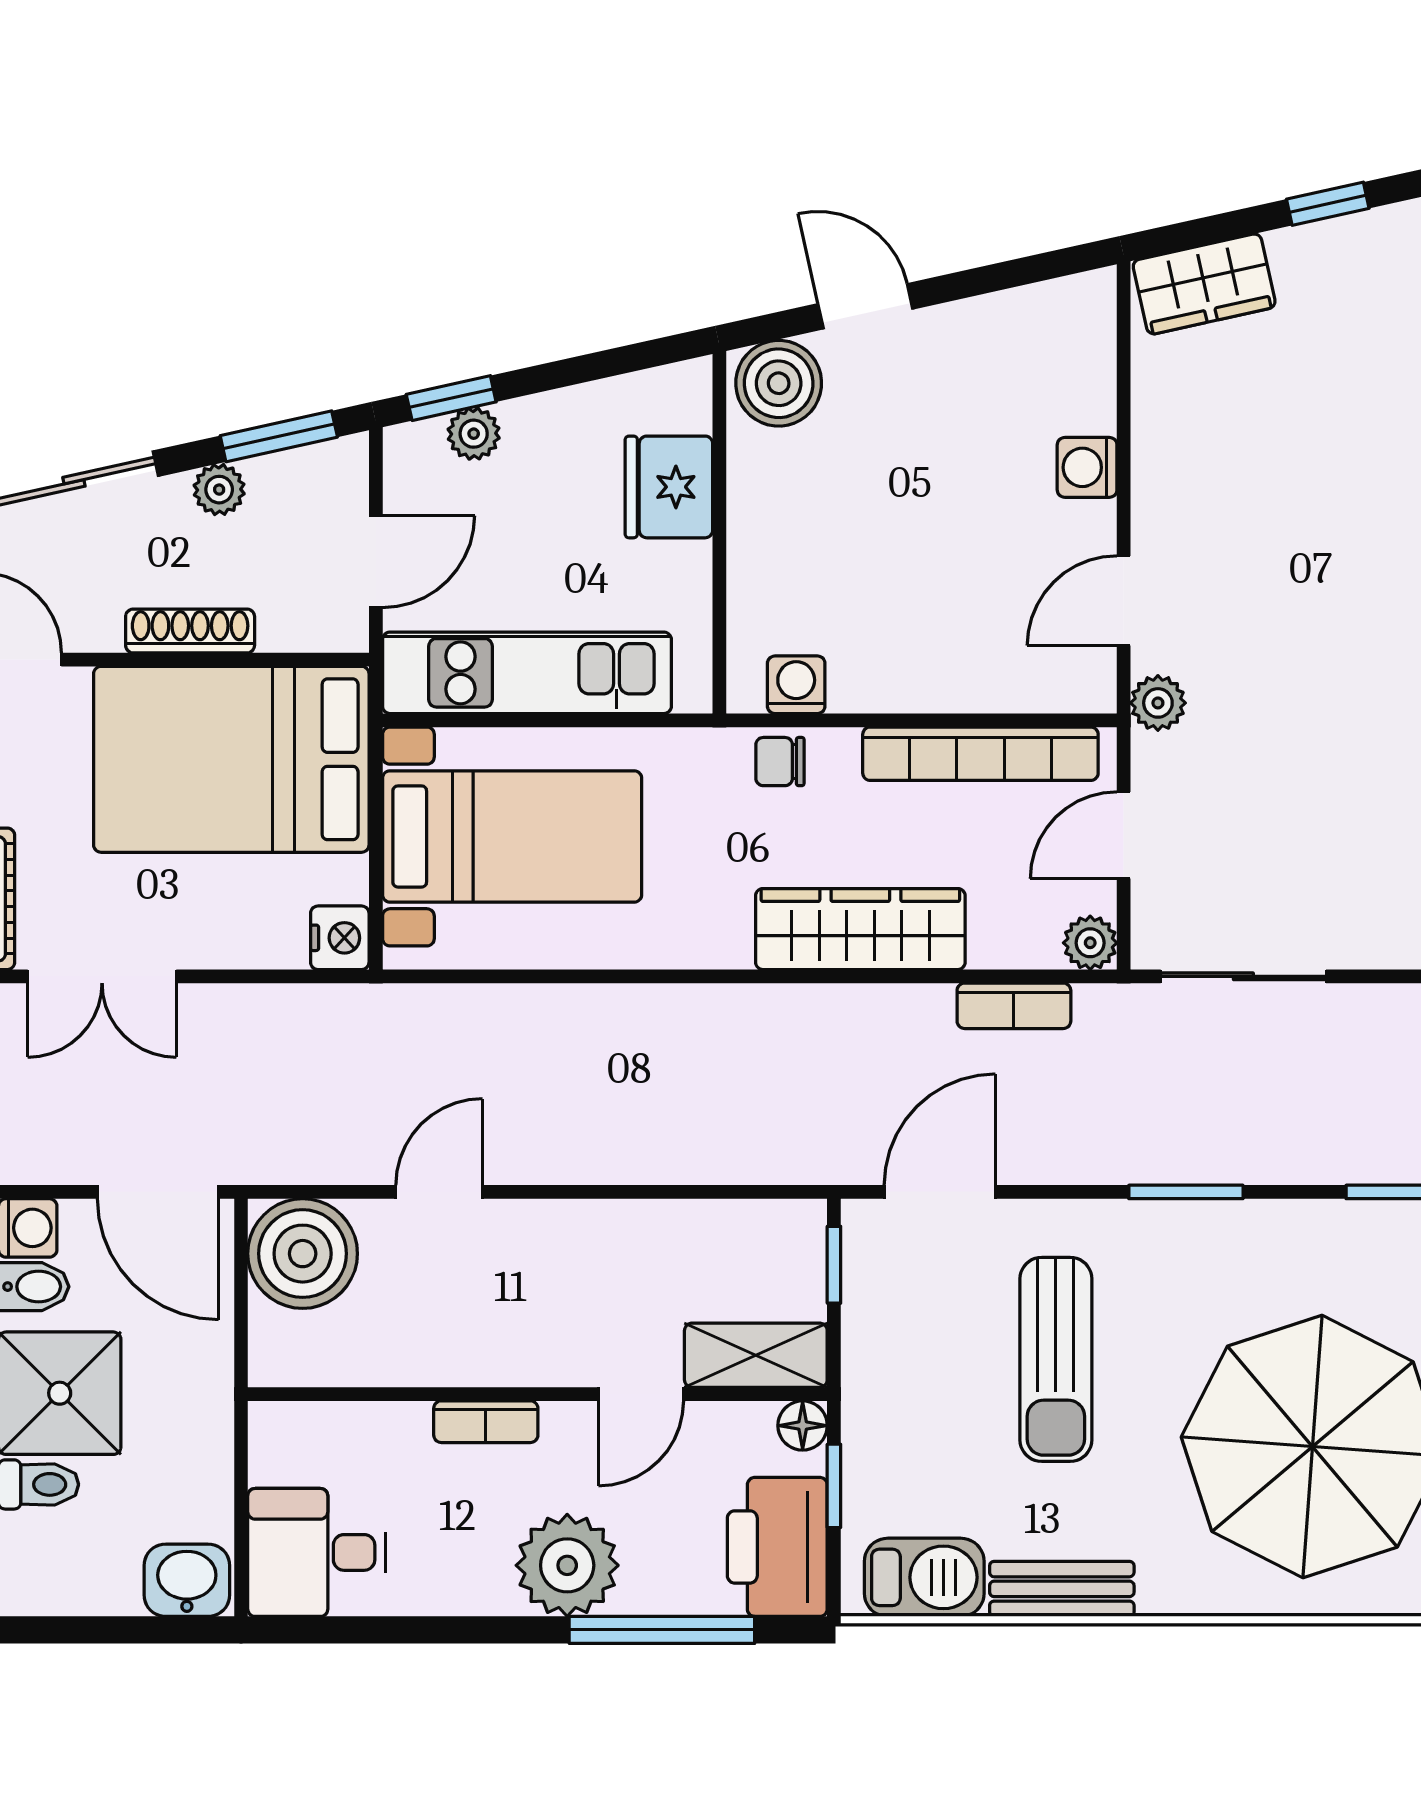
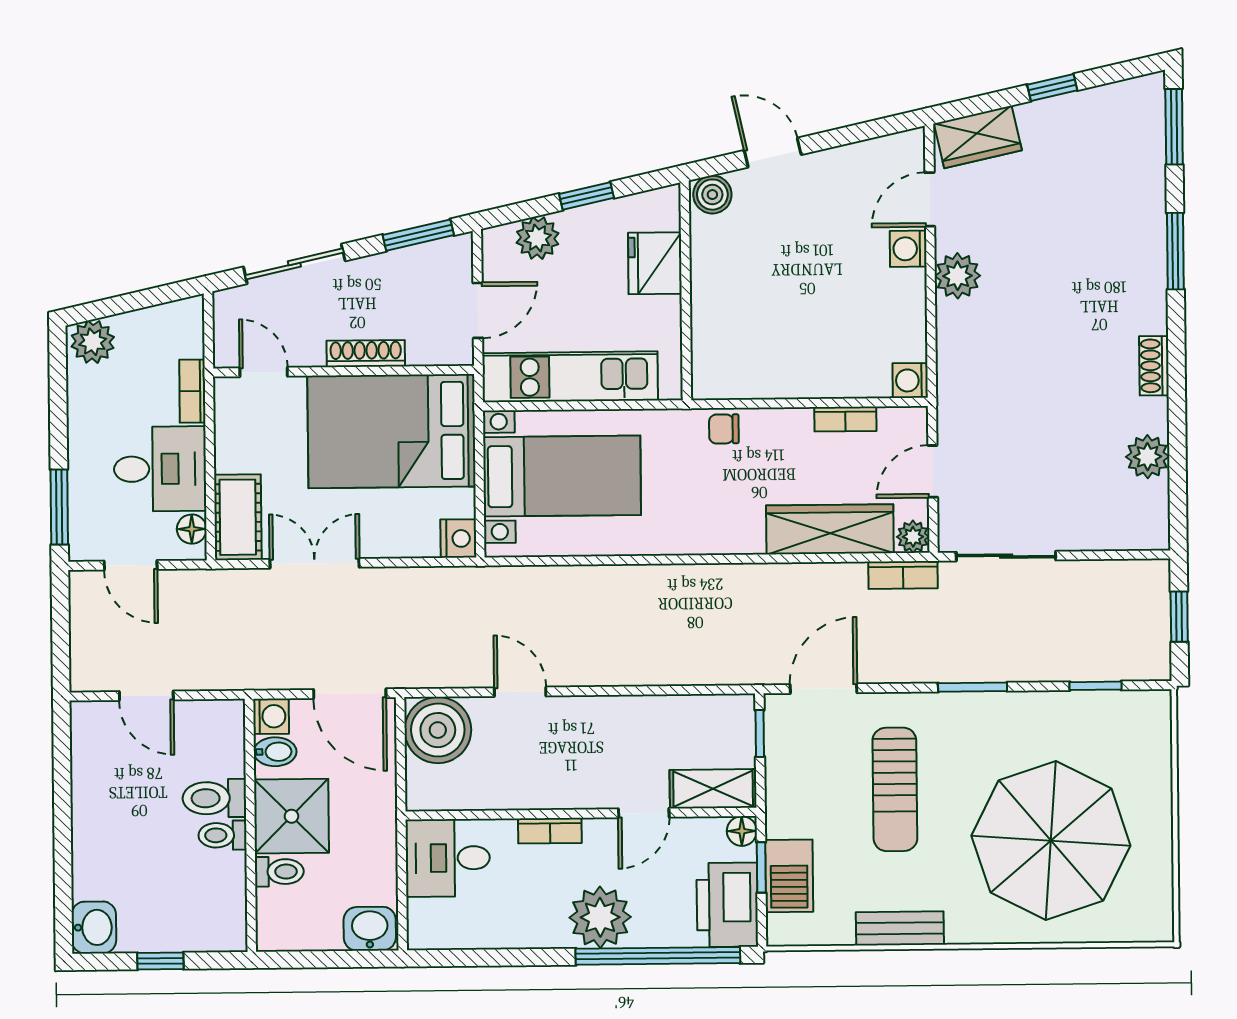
boiler: (779, 383) -> (712, 195), width x0.73, depth x0.73
window: (451, 398) -> (586, 196), moved
plant: (474, 434) -> (538, 238), width x1.38, depth x1.38
plant: (219, 490) -> (382, 268), removed
door: (1124, 601) -> (930, 199), moved
washing machine: (796, 685) -> (910, 380), moved, turned -90
plant: (1158, 703) -> (958, 276), moved, width x1.38, depth x1.38
bookcase: (980, 754) -> (845, 419), width x0.43, depth x0.76
wardrobe: (860, 929) -> (830, 529), moved
double door: (102, 976) -> (315, 563), swing flipped
bookcase: (1014, 1006) -> (903, 575), moved
door: (439, 1192) -> (520, 692), hinge flipped
desk: (317, 1552) -> (448, 858), moved
barbecue: (924, 1577) -> (789, 876), moved, turned 90
window: (662, 1630) -> (658, 956), width x1.46

